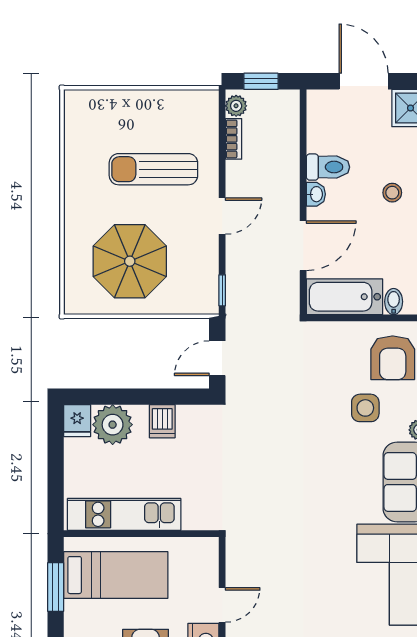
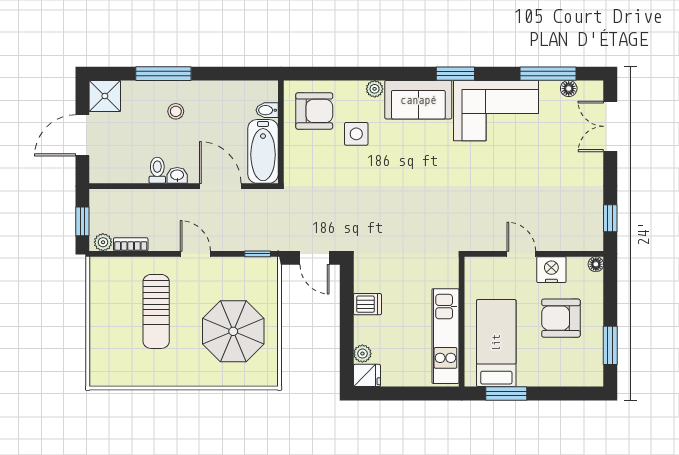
toilet: (328, 167) -> (157, 170), width x0.73, depth x0.72
plant: (113, 425) -> (362, 354), width x0.53, depth x0.53

